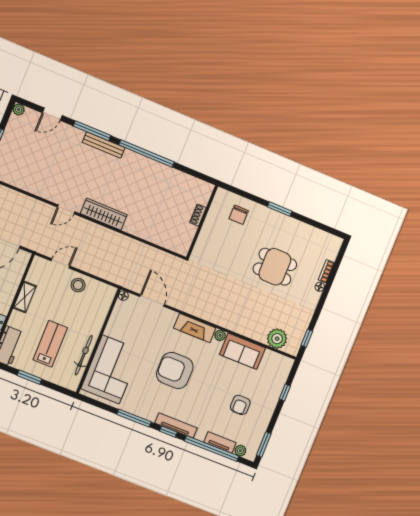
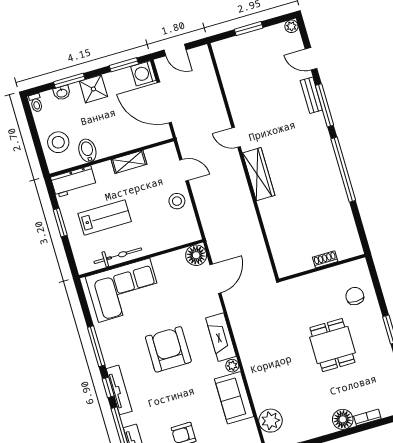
bench: (104, 145) -> (311, 95), moved, width x0.73
chair: (239, 215) -> (355, 296), turned 90
dining table: (275, 267) -> (332, 345), moved
floor lamp: (320, 287) -> (343, 419), width x1.89, depth x1.89
floor lamp: (123, 296) -> (196, 255), width x1.89, depth x1.89

